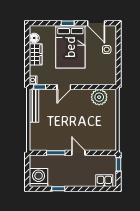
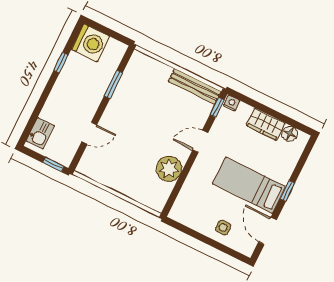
door: (96, 23) -> (268, 231), hinge flipped
bed: (70, 47) -> (249, 185), width x0.67
door: (64, 87) -> (200, 141), hinge flipped
plant: (99, 97) -> (169, 169), moved
door: (78, 153) -> (89, 133), moved

